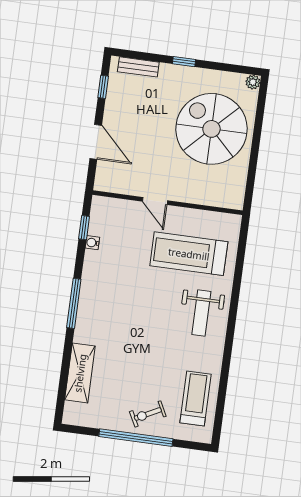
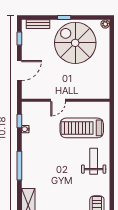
spiral stairs: (211, 129) -> (75, 43), moved
door: (96, 142) -> (19, 71), hinge flipped
door: (155, 201) -> (58, 100), hinge flipped
weight bench: (201, 313) -> (94, 161), turned 180

